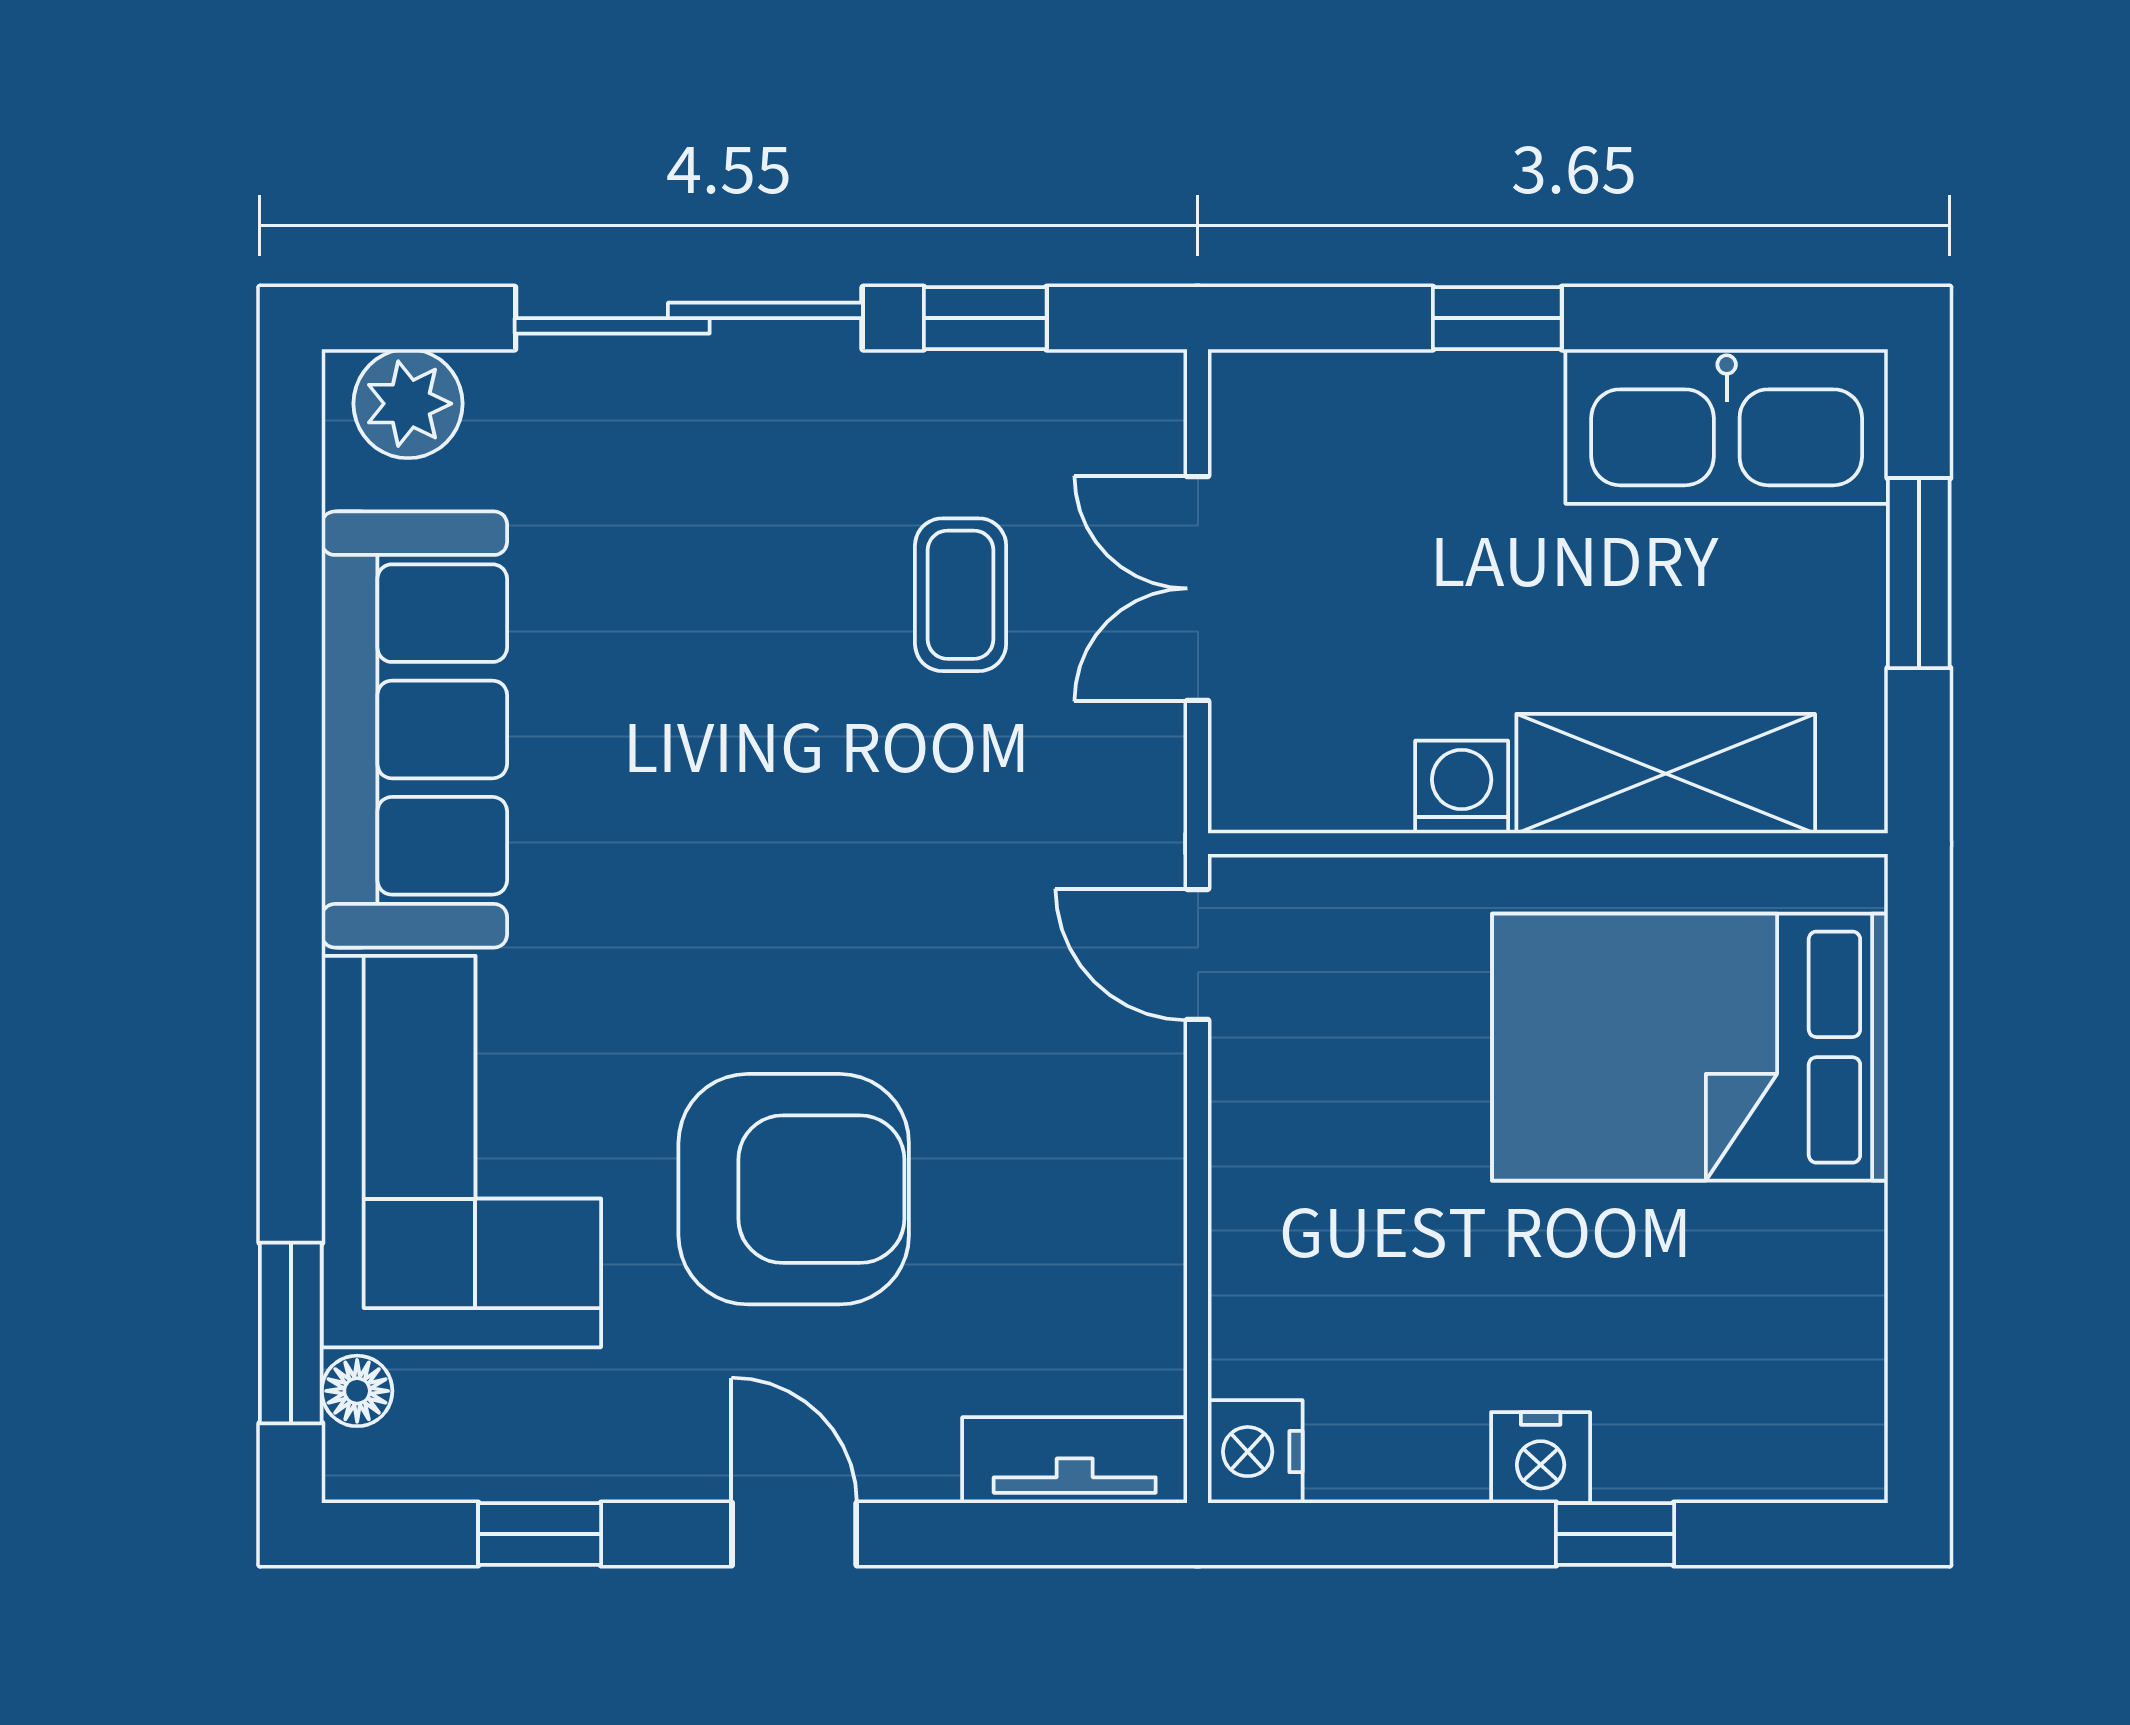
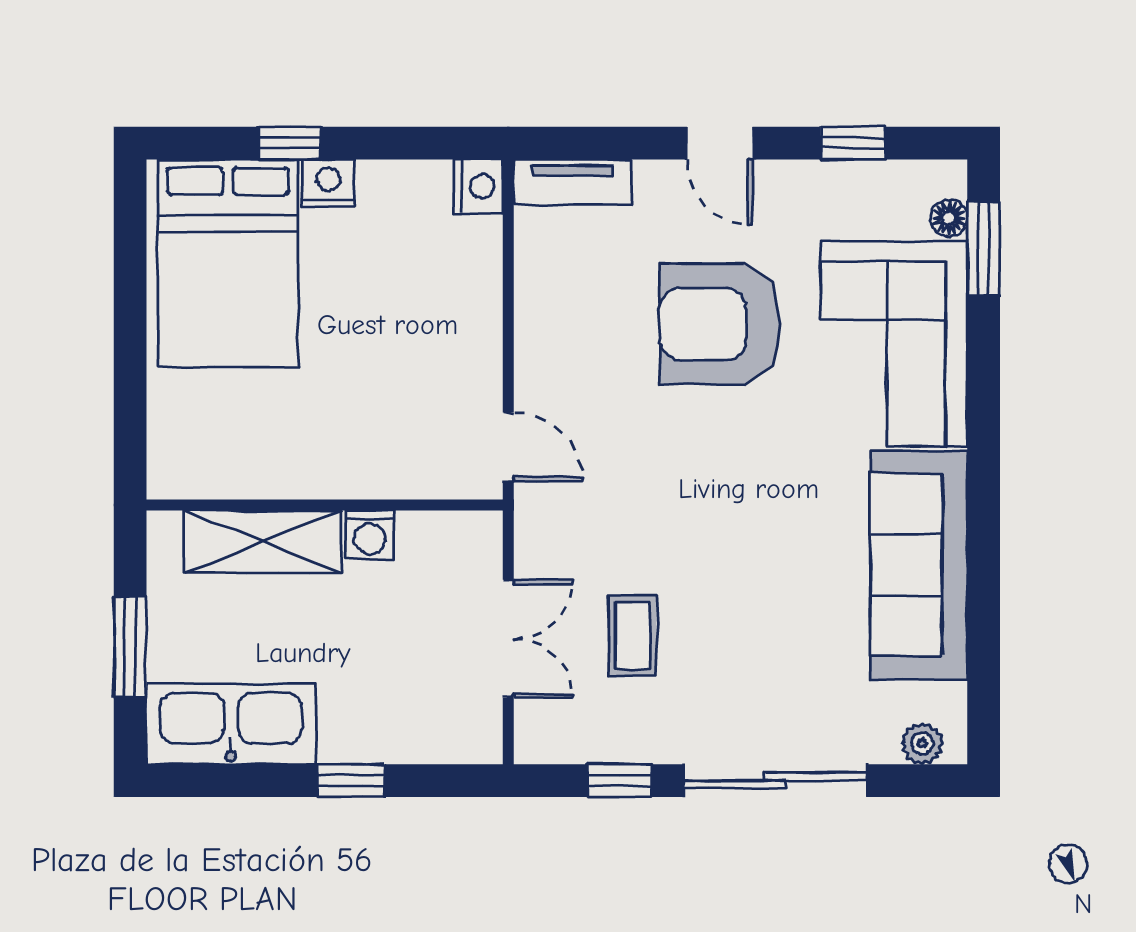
plant: (408, 404) -> (922, 744), width x0.73, depth x0.73
bed: (1690, 1047) -> (228, 263), moved, turned 90

